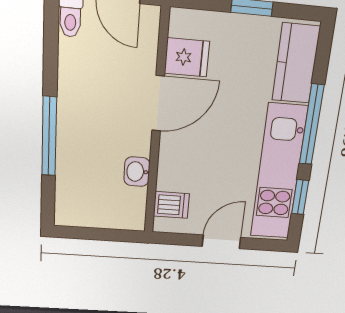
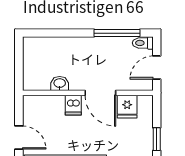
window: (49, 136) -> (117, 33), moved
dishwasher: (171, 205) -> (73, 105), moved

